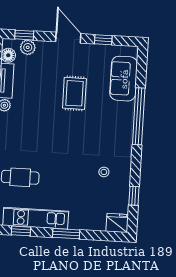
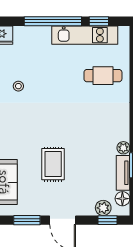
window: (103, 40) -> (27, 220), width x1.50
window: (66, 234) -> (53, 21), width x2.11

